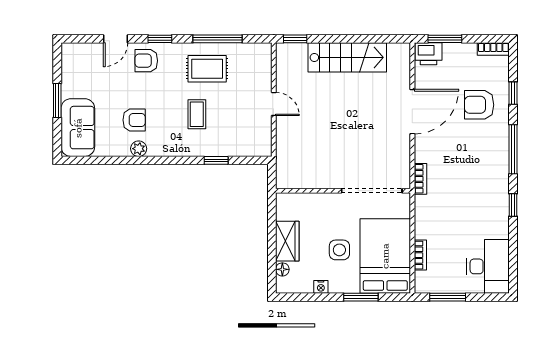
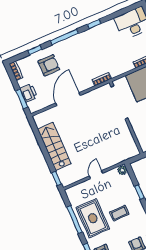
printer: (429, 54) -> (29, 93), moved
rug: (207, 69) -> (93, 218), width x1.36, depth x1.43
armchair: (479, 105) -> (49, 65), turned -90
door: (412, 112) -> (68, 99), hinge flipped
plant: (263, 149) -> (122, 170), added

